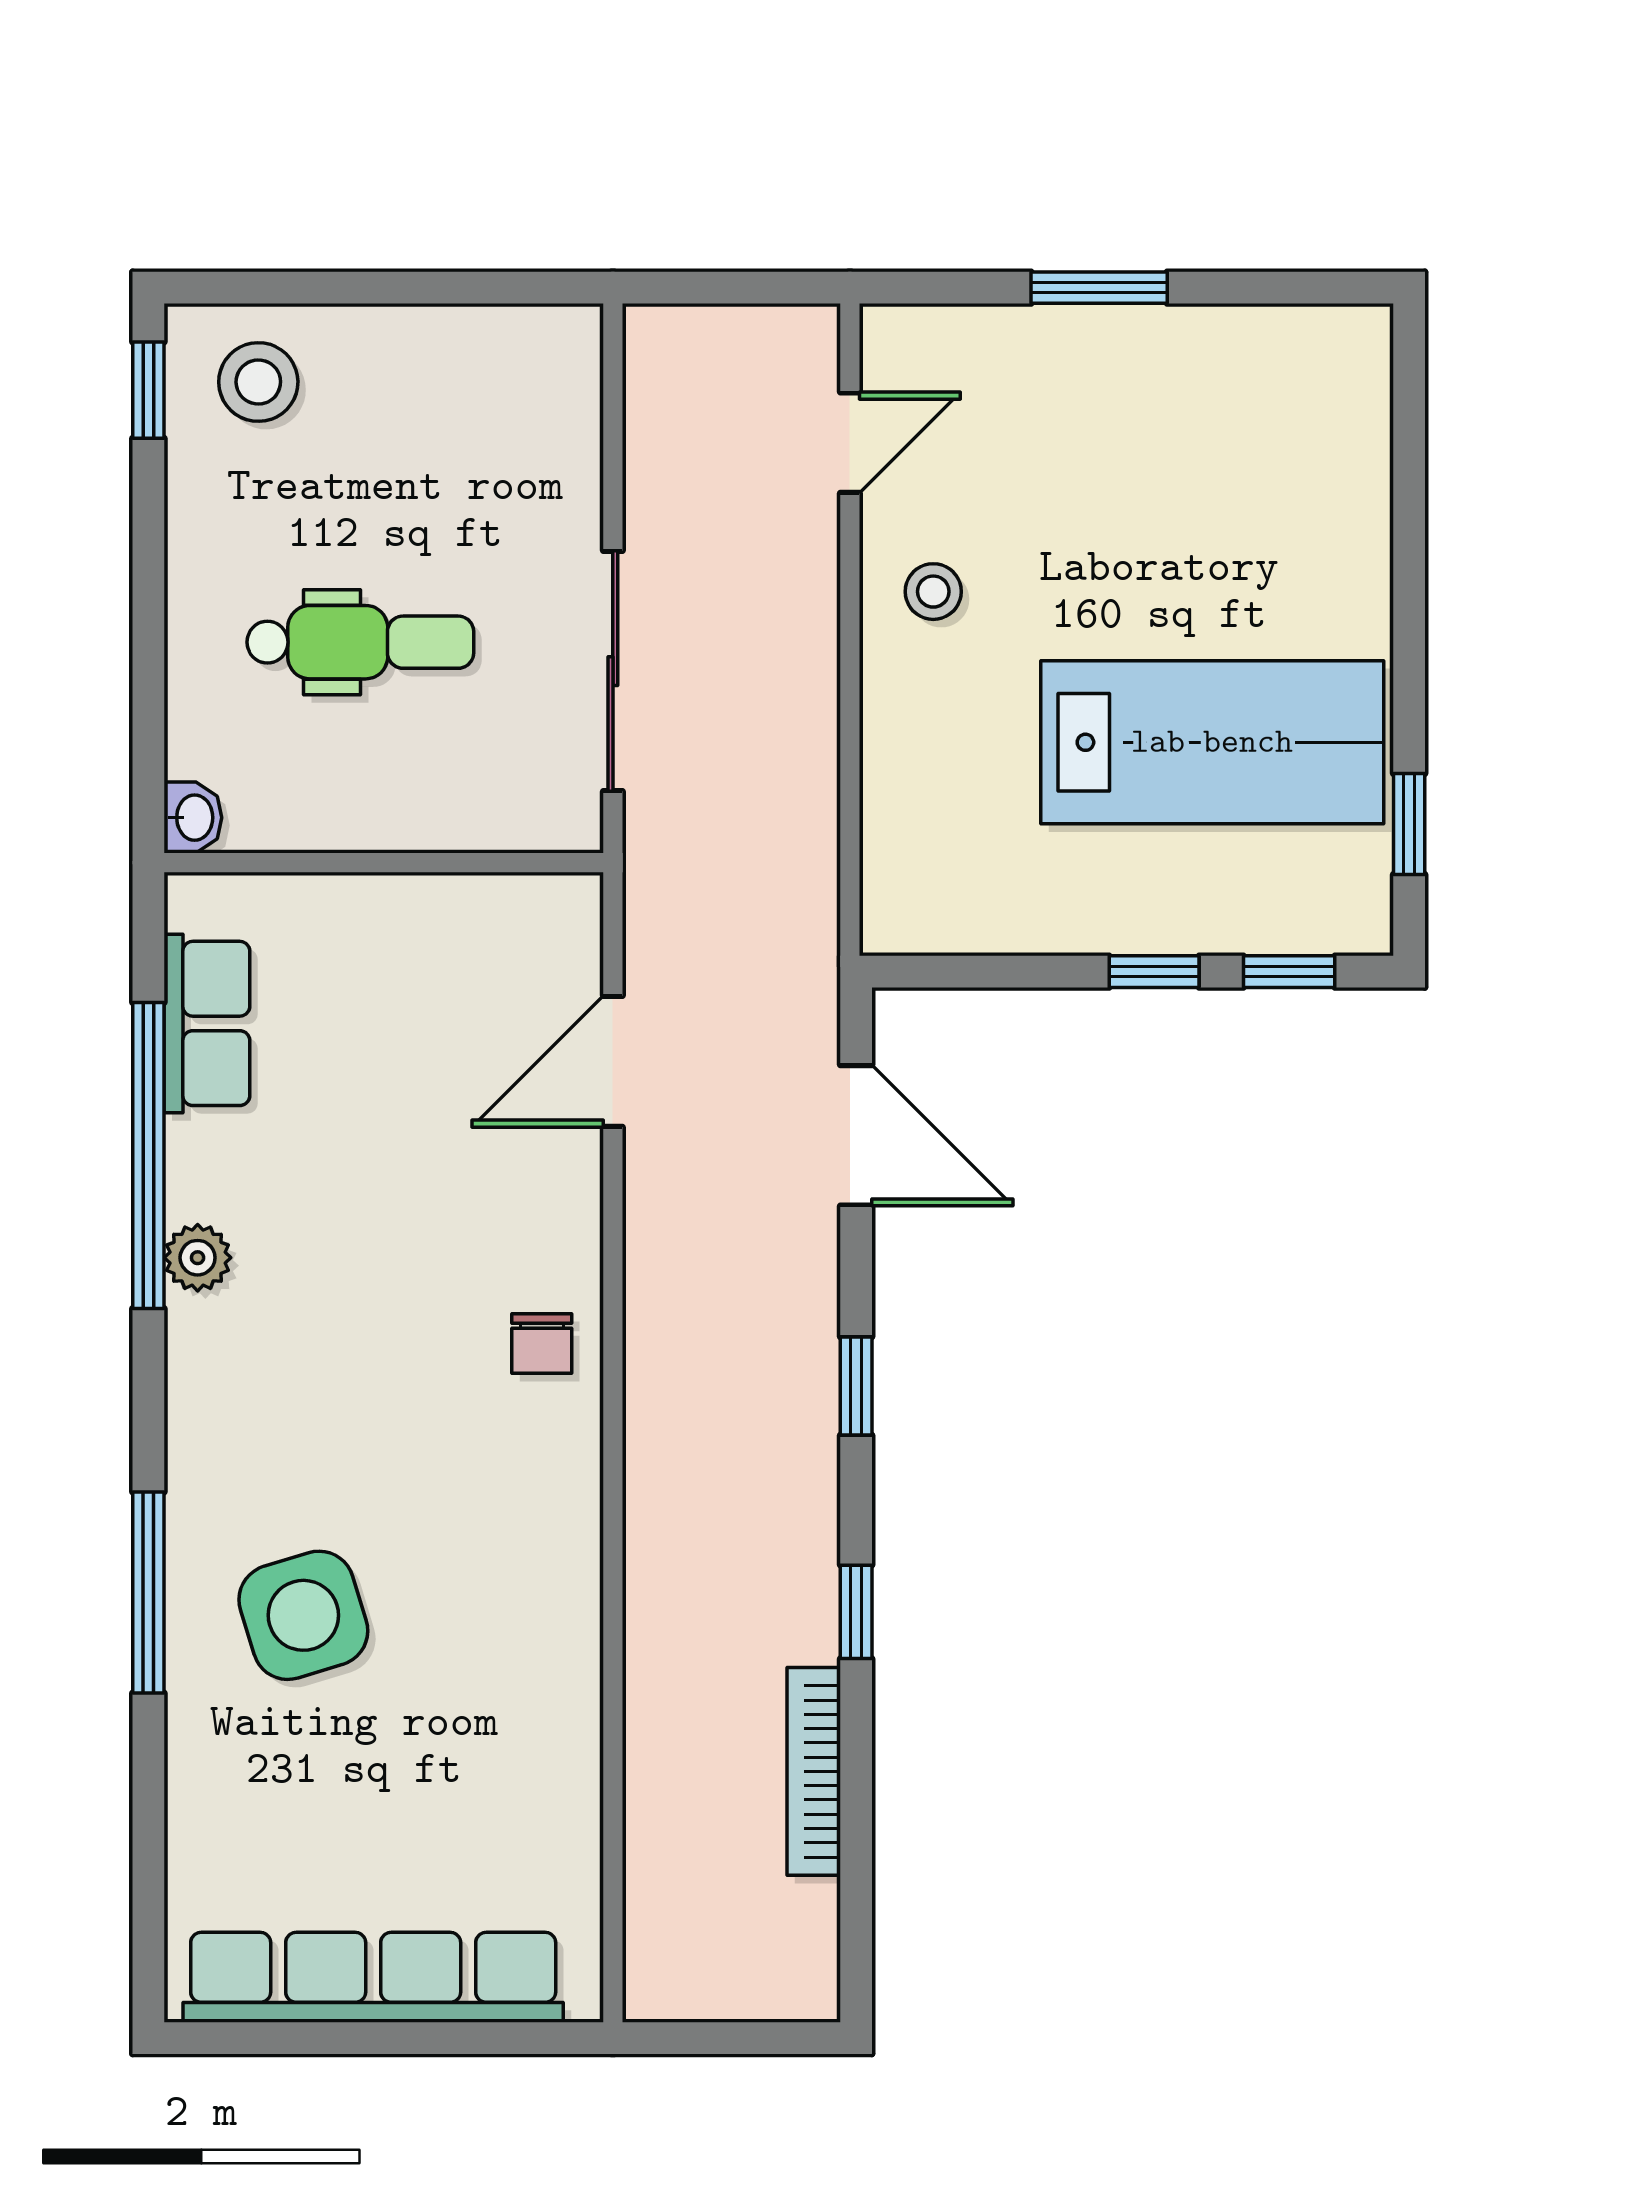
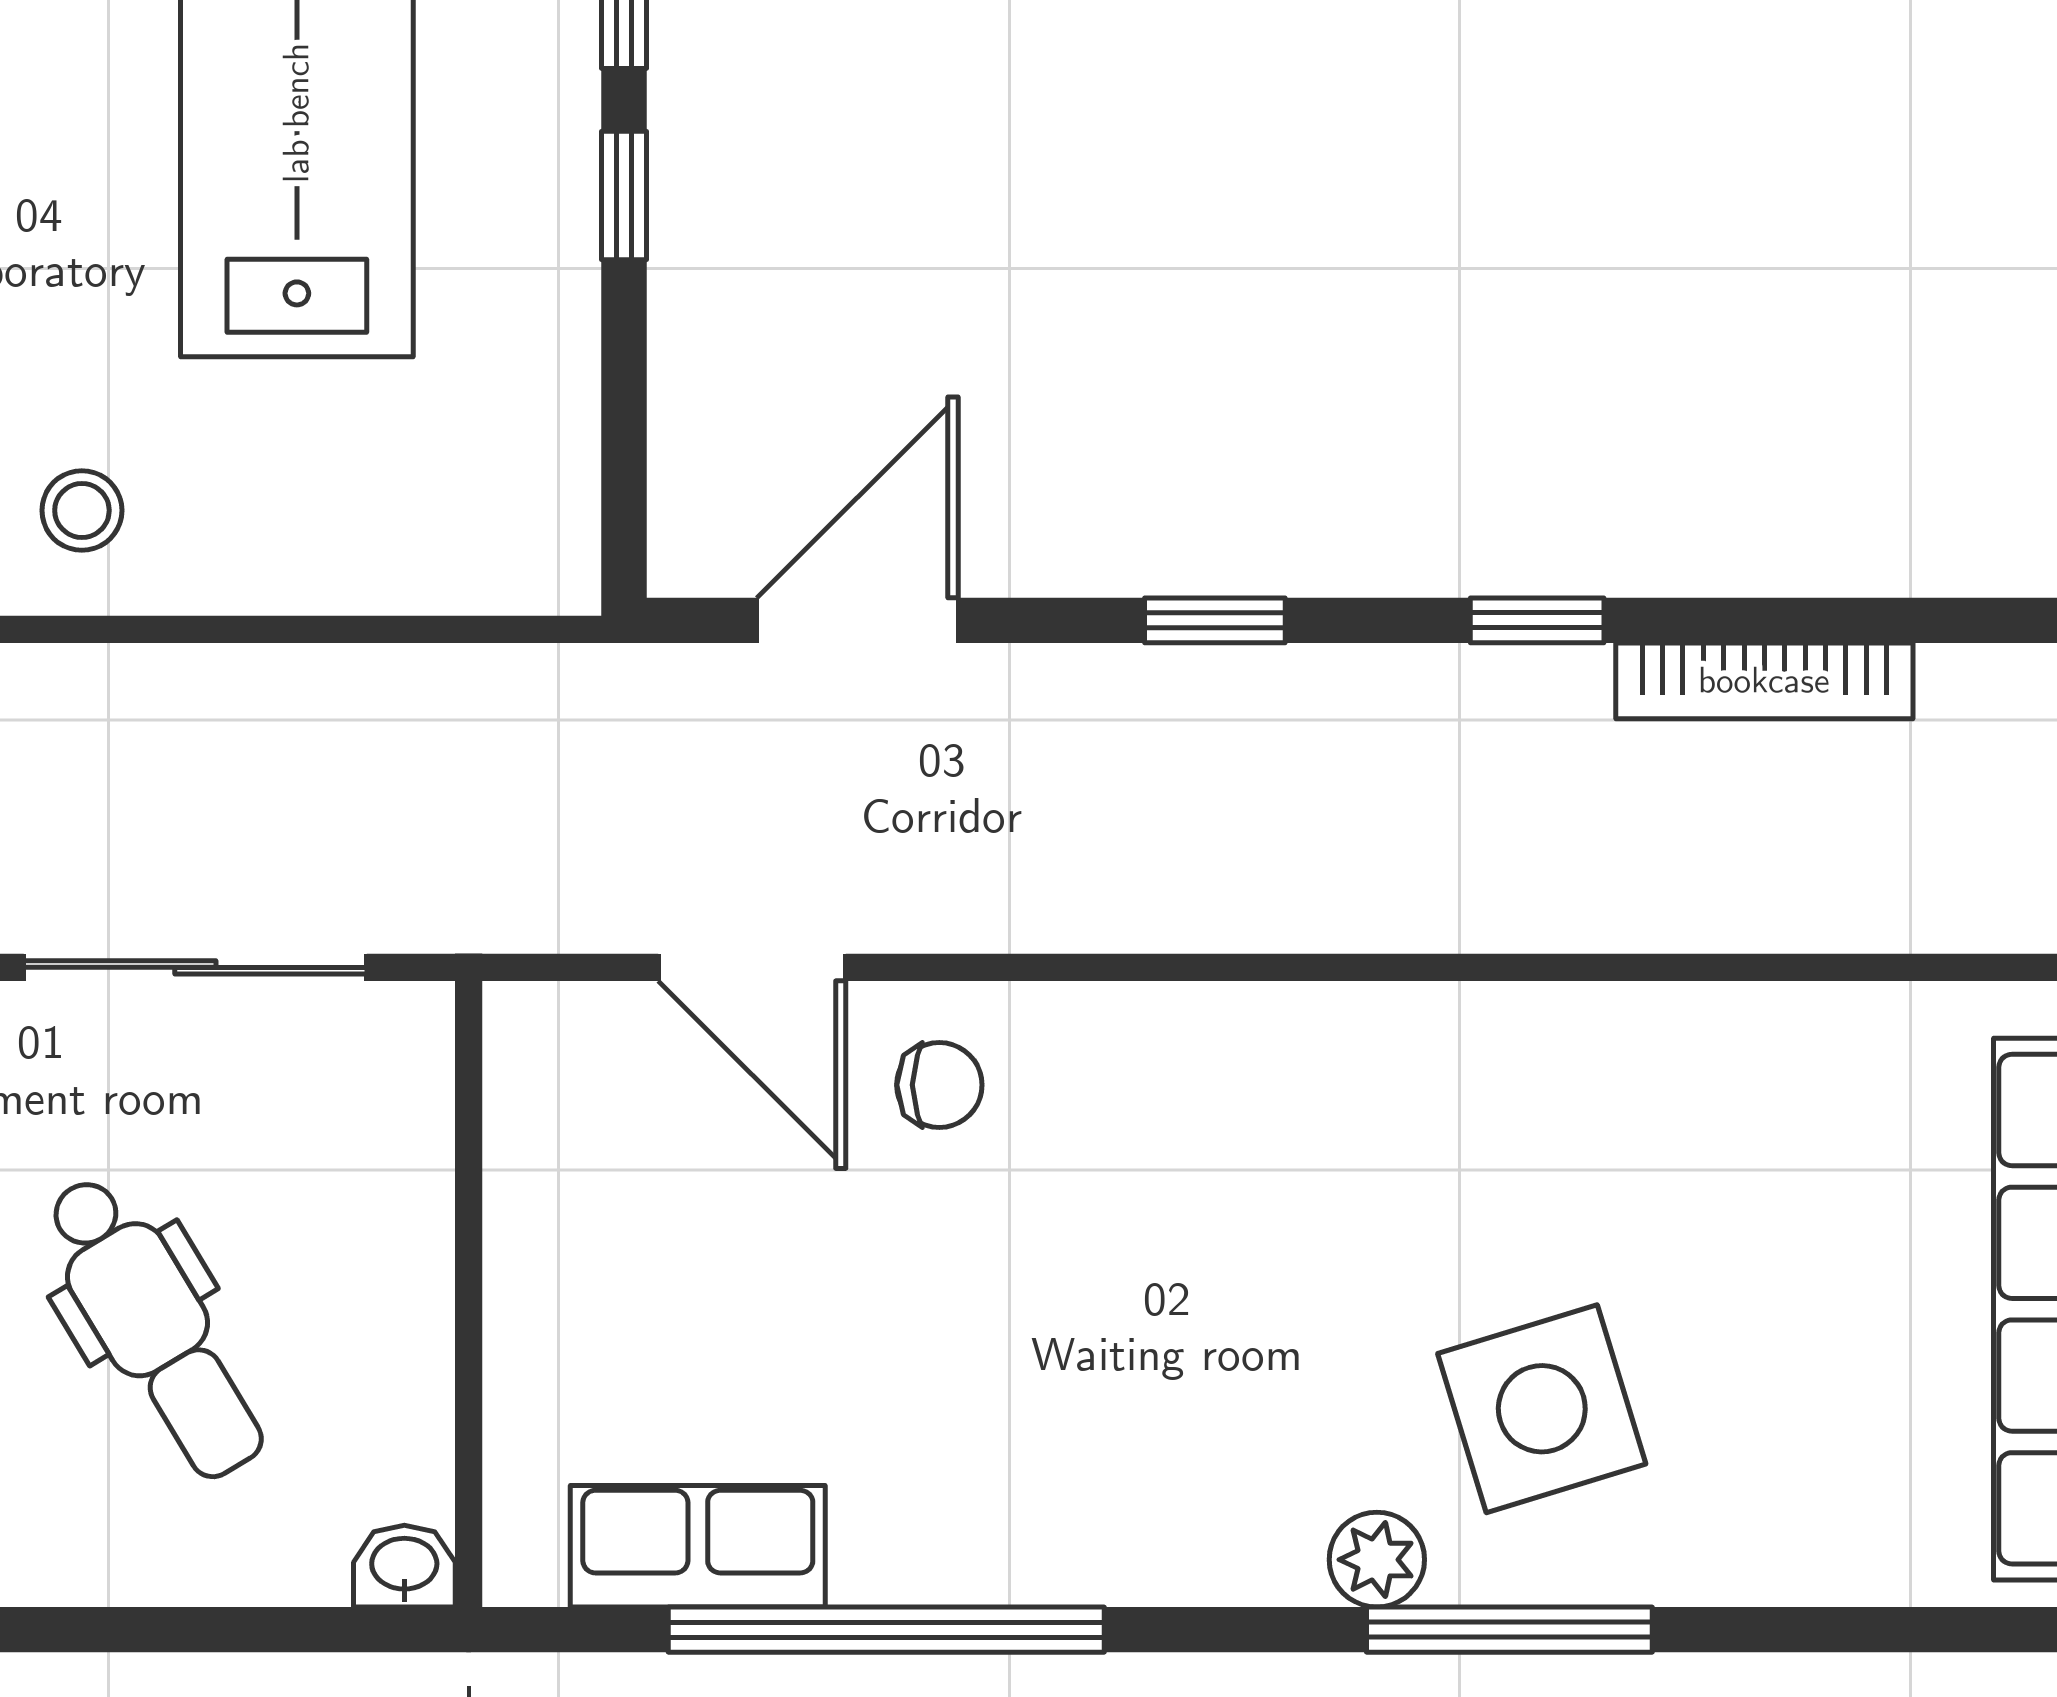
dental chair: (360, 642) -> (154, 1327), turned 149
plant: (198, 1258) -> (1377, 1560), moved
chair: (542, 1344) -> (939, 1085), moved

